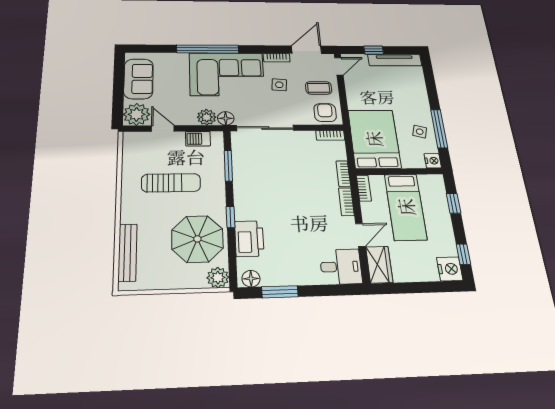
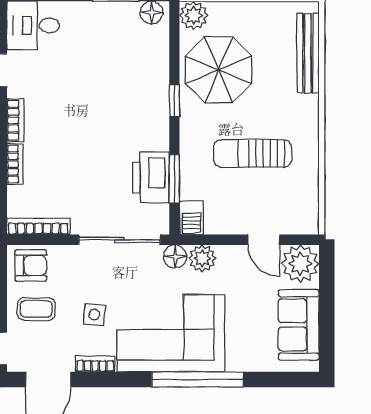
armchair: (325, 113) -> (31, 266), turned -90
bookcase: (330, 135) -> (38, 227), width x1.56
barbecue: (198, 139) -> (191, 218), moved, turned 90
printer: (249, 239) -> (151, 177), moved

